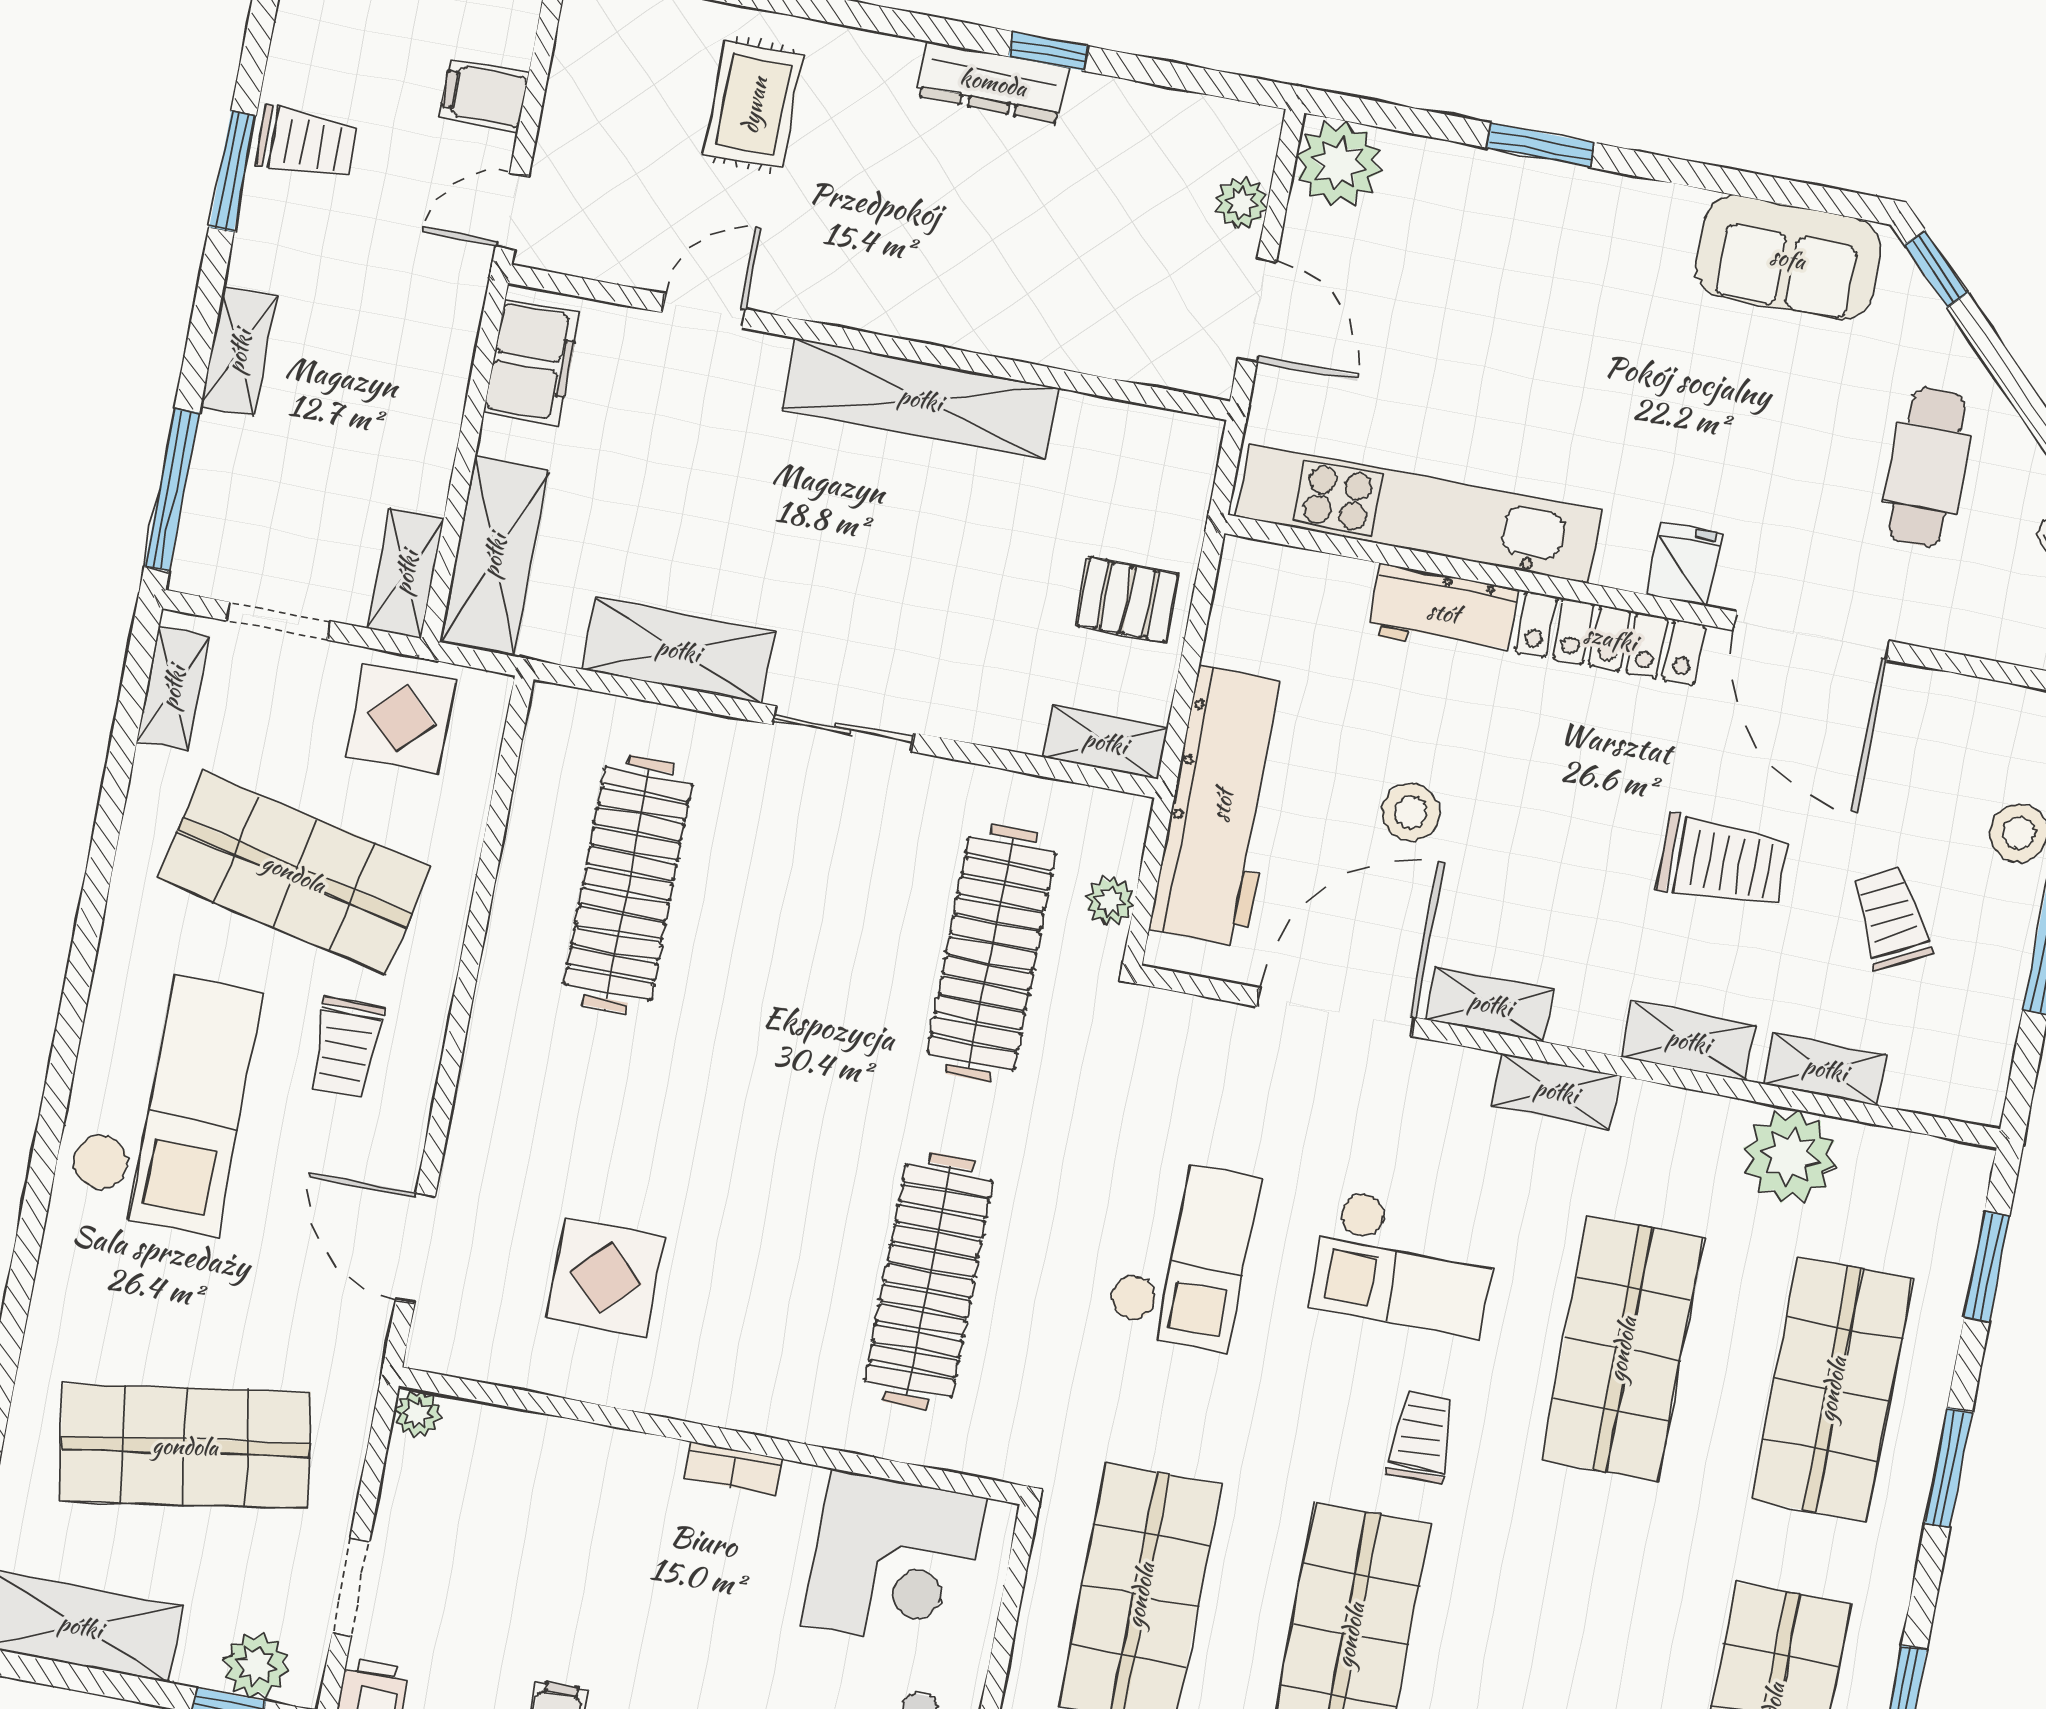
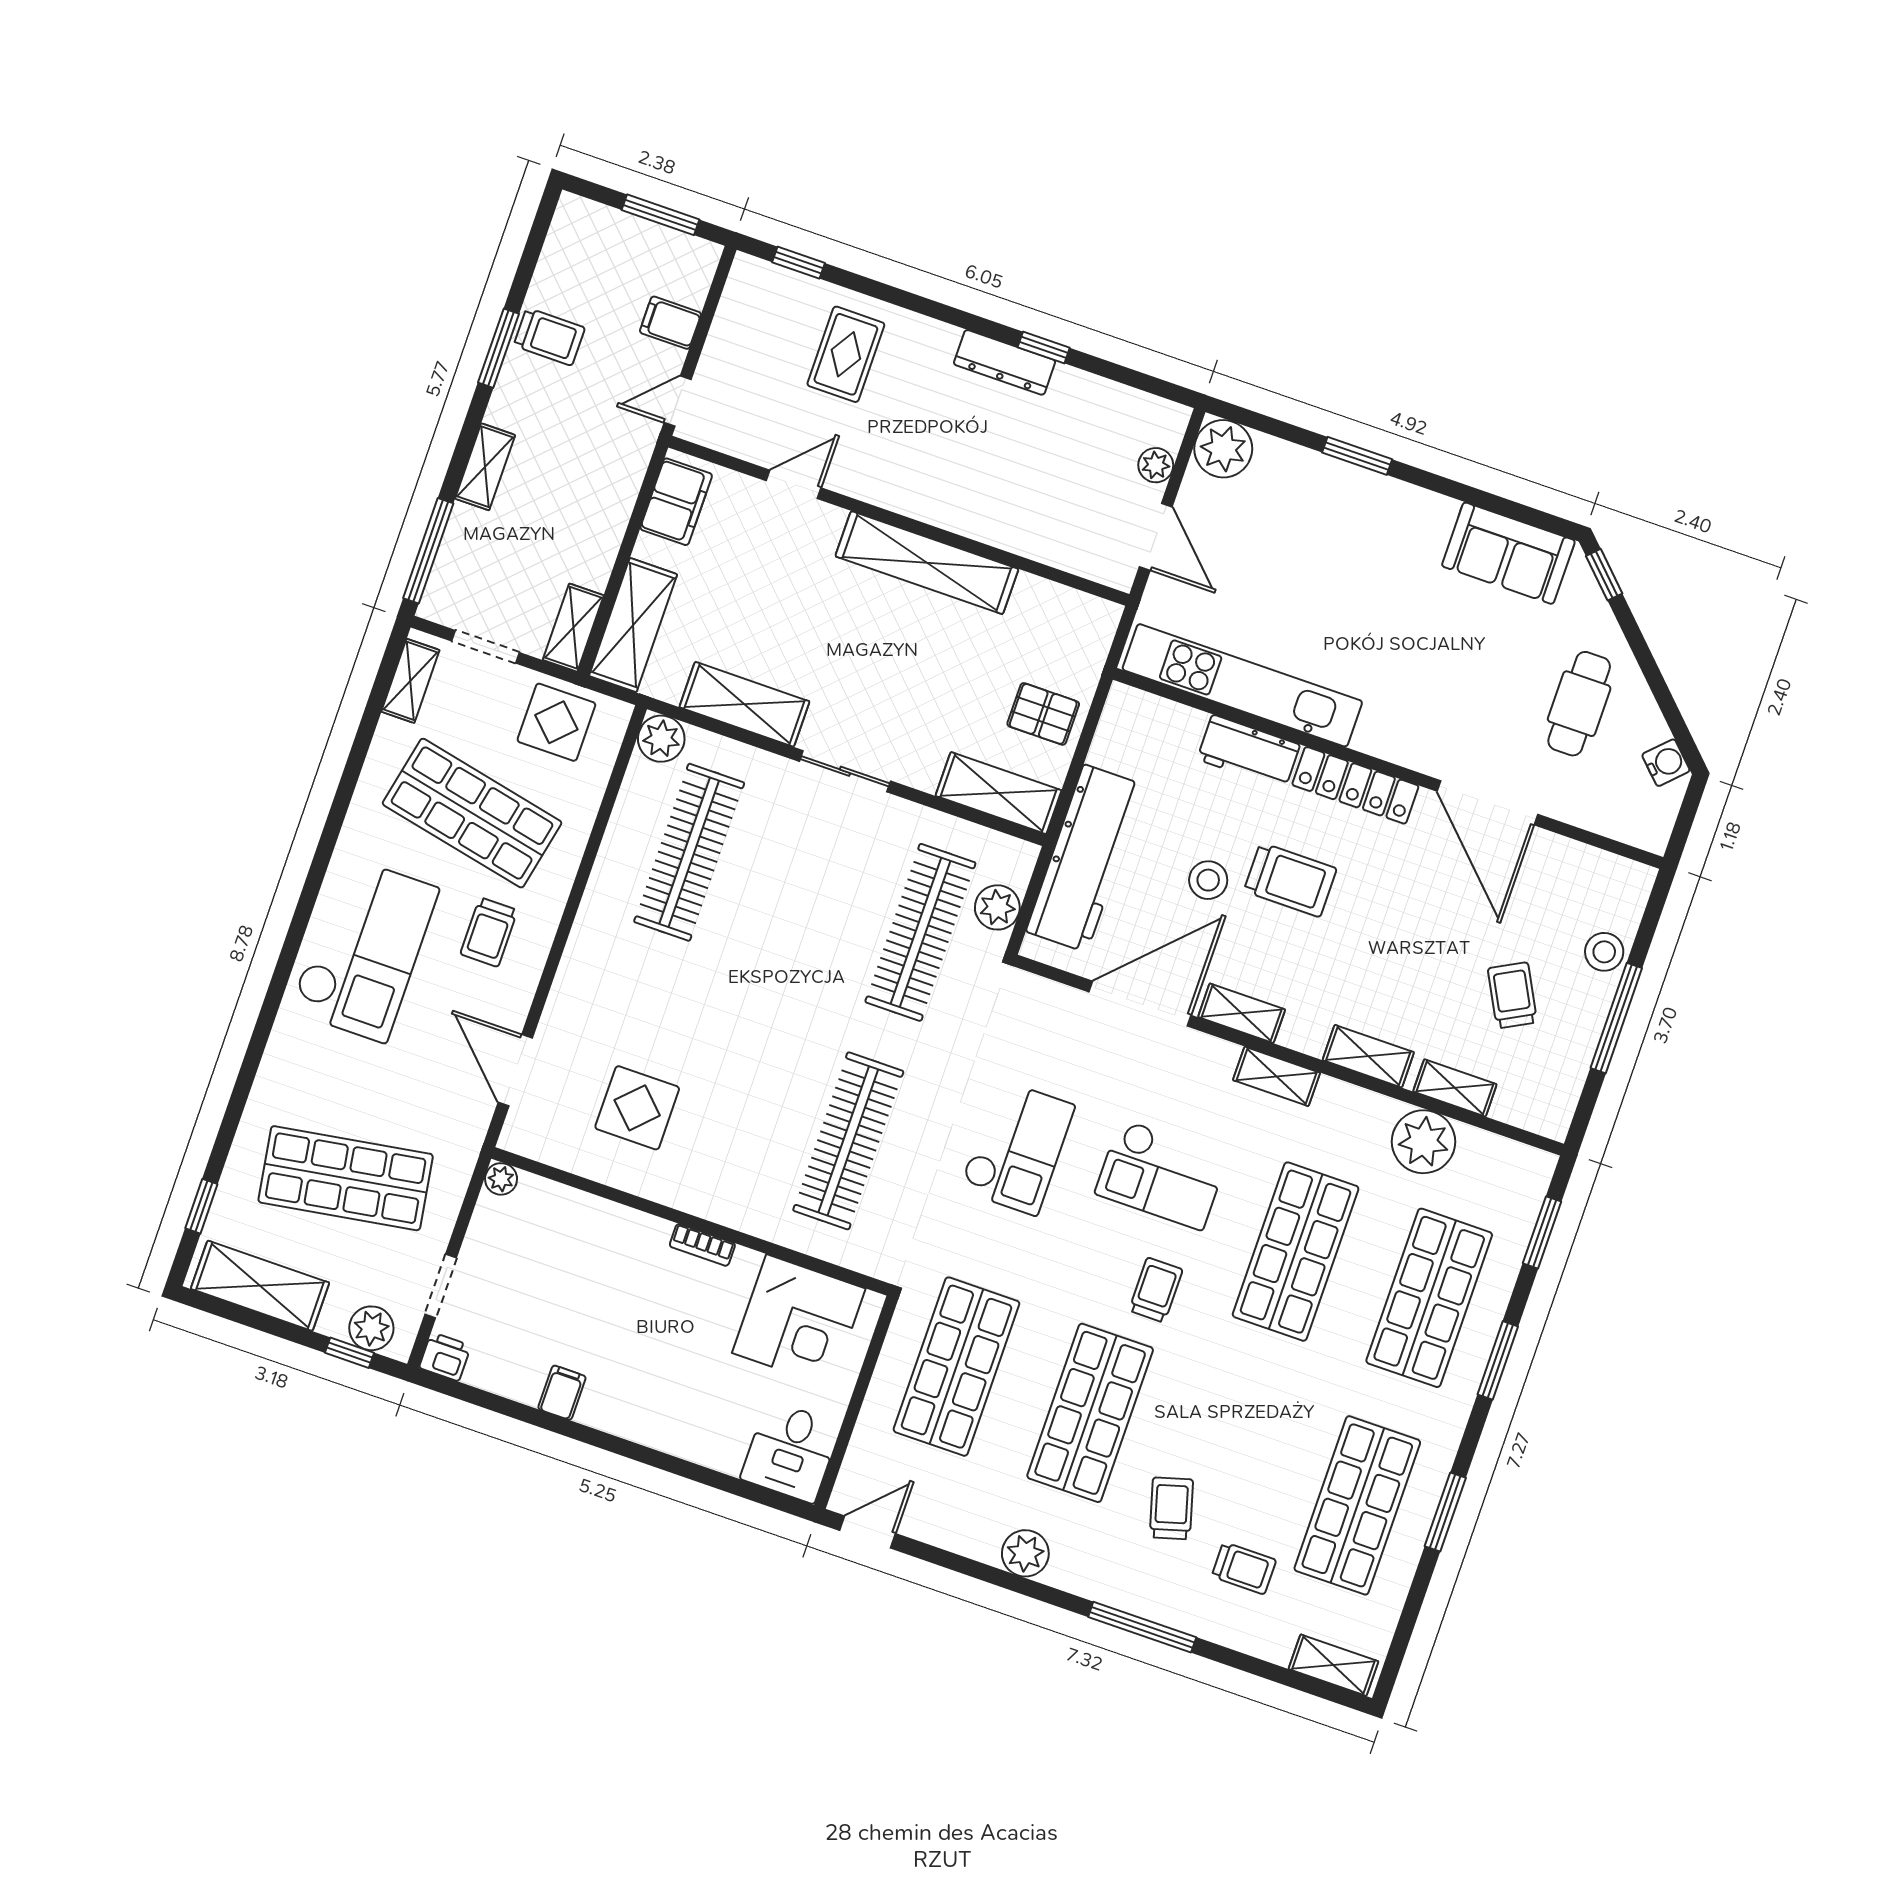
fridge: (1684, 564) -> (1411, 744), removed
plant: (561, 720) -> (661, 739), added
shelving: (1105, 742) -> (999, 793), width x1.50, depth x1.33
trolley: (1723, 863) -> (1290, 880), moved
plant: (1110, 901) -> (997, 907), width x1.38, depth x1.38

